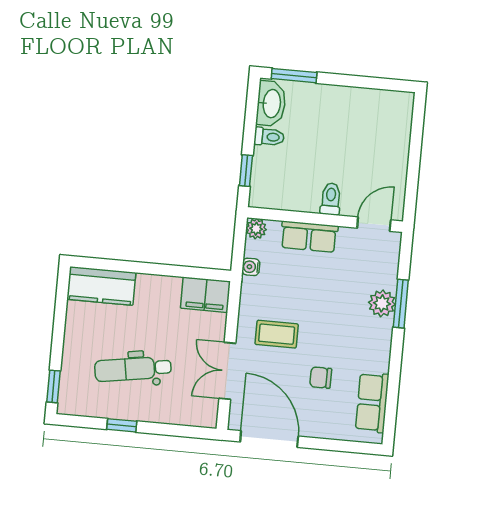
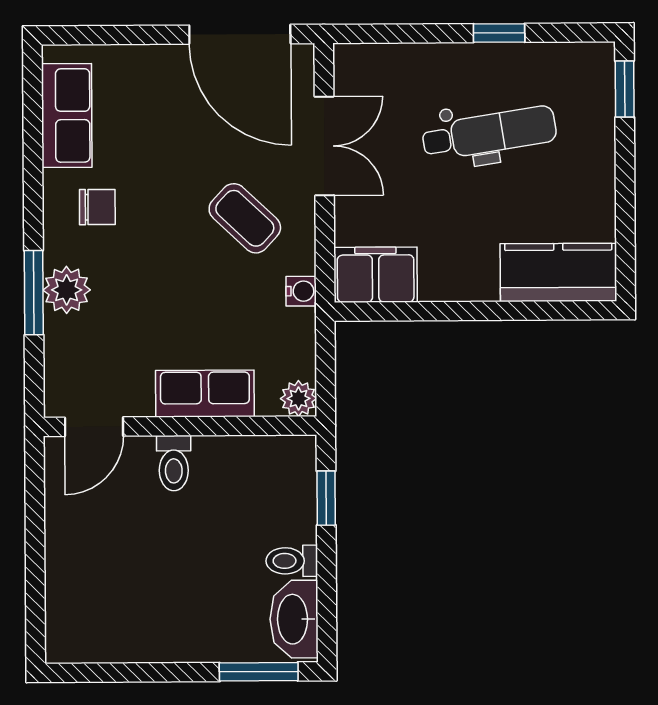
water cooler: (251, 267) -> (301, 291), moved
coffee table: (277, 334) -> (245, 218), turned 43
chair: (321, 378) -> (97, 207), moved

